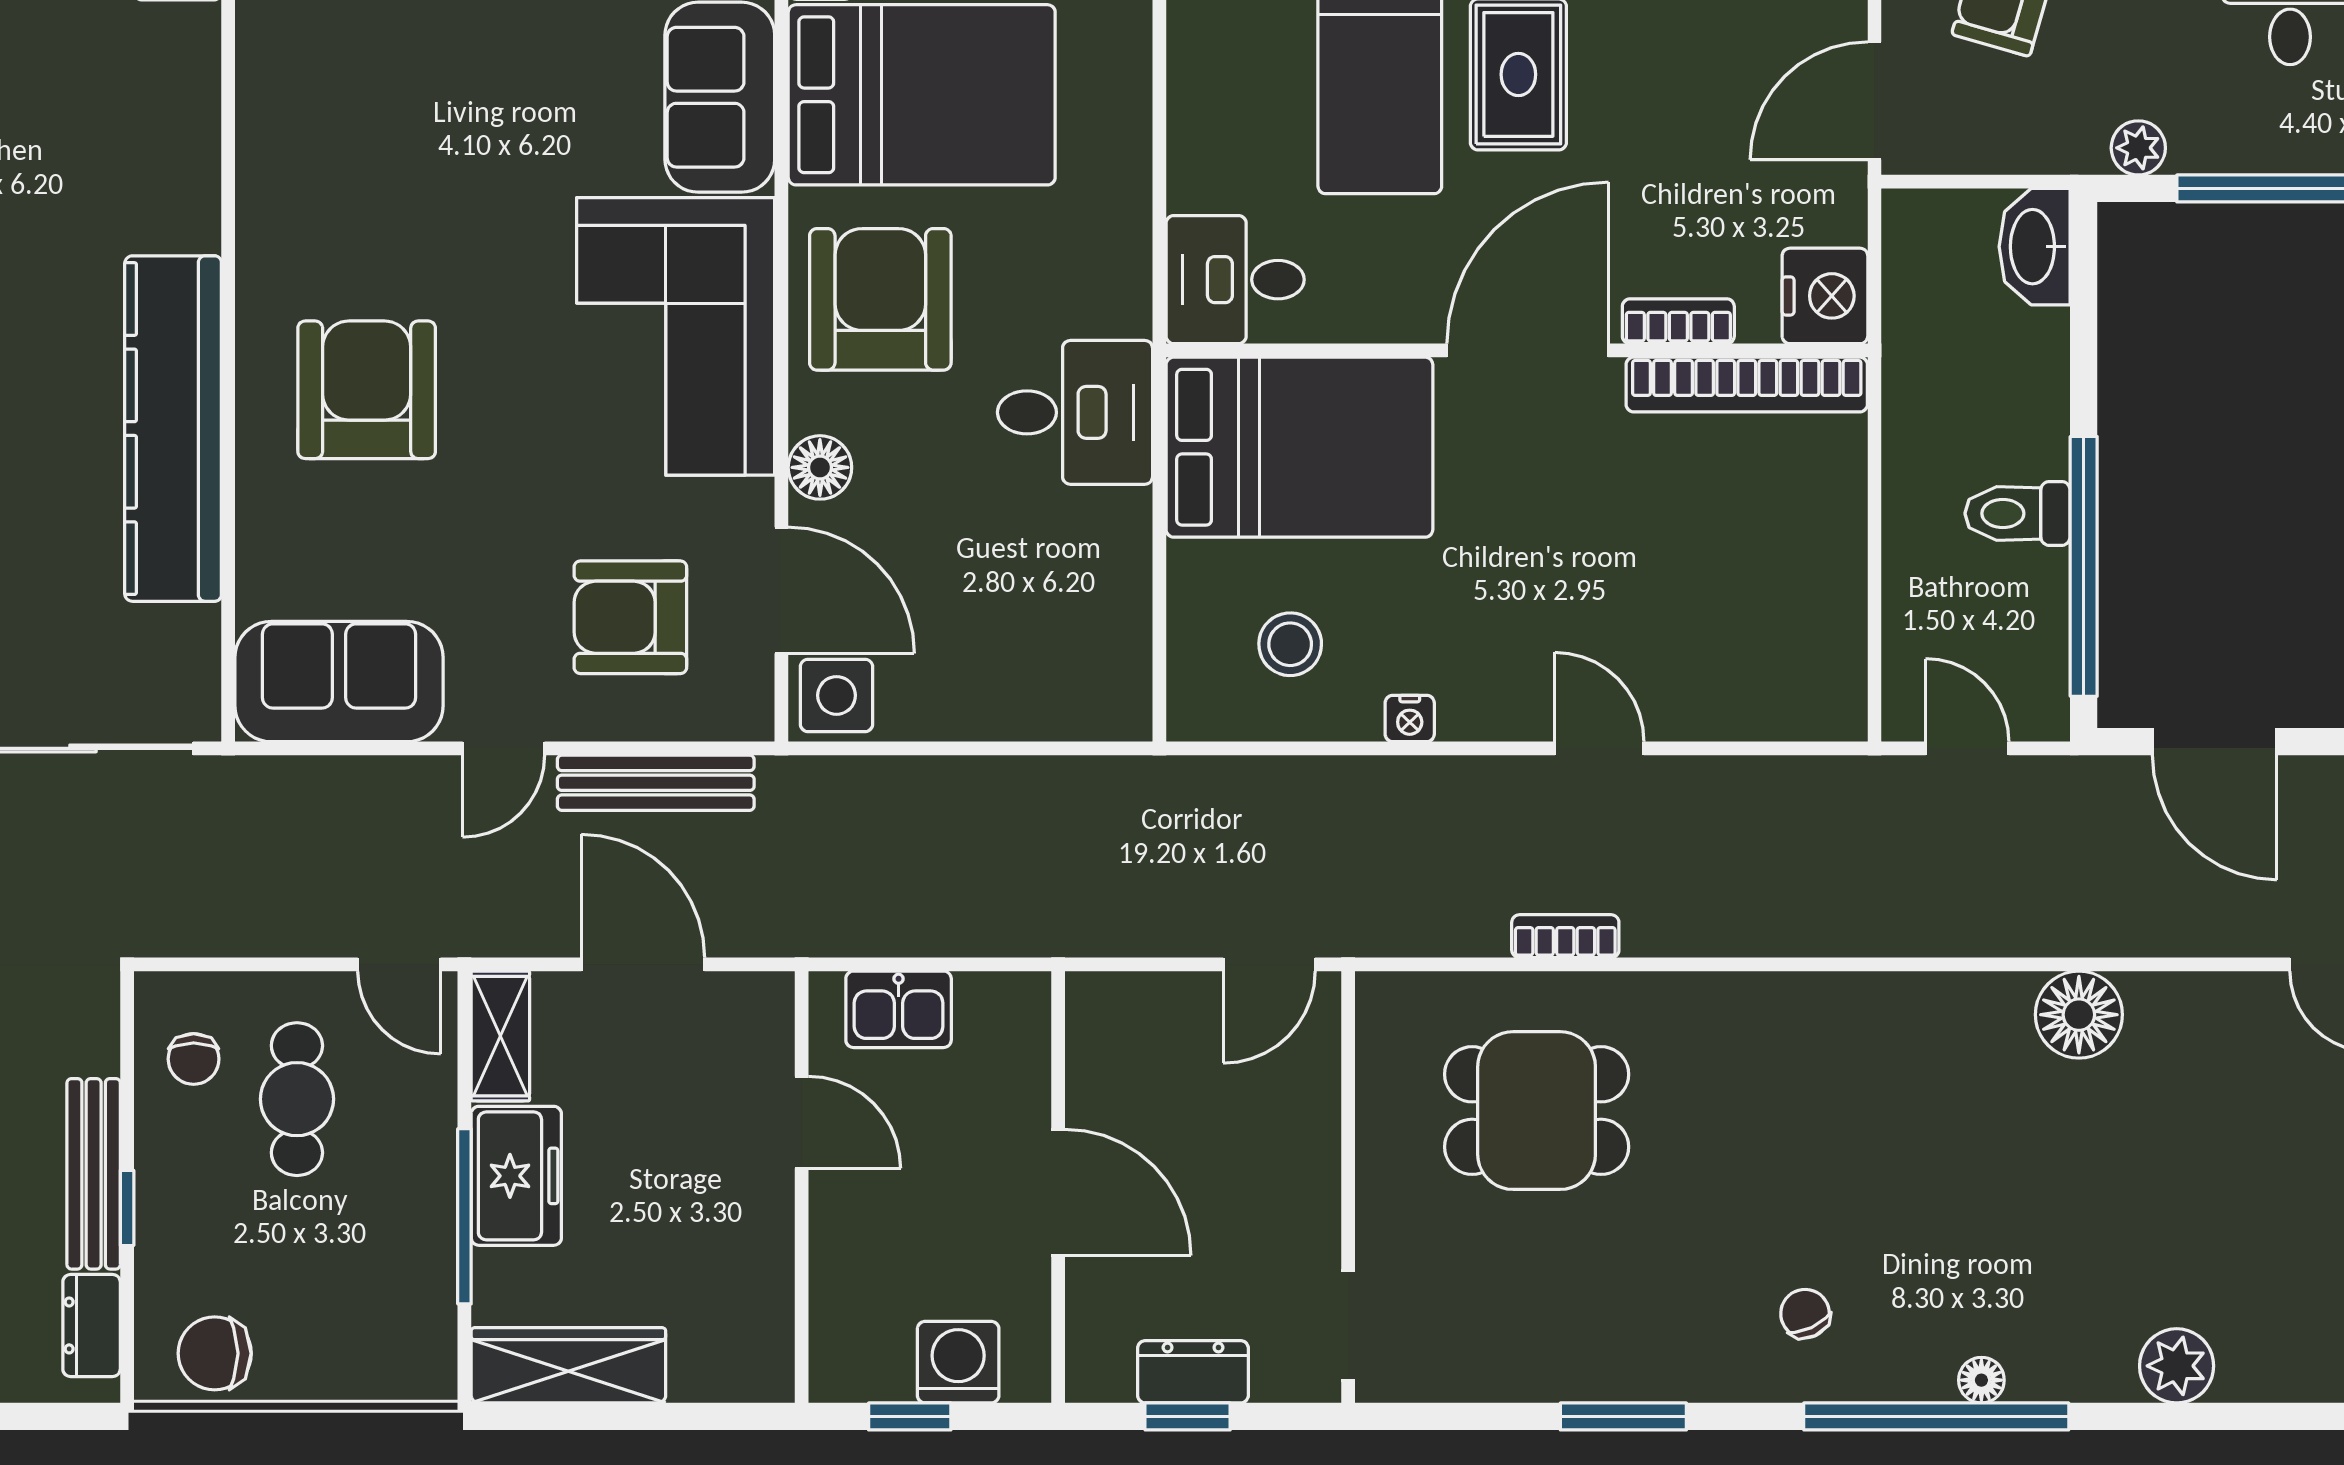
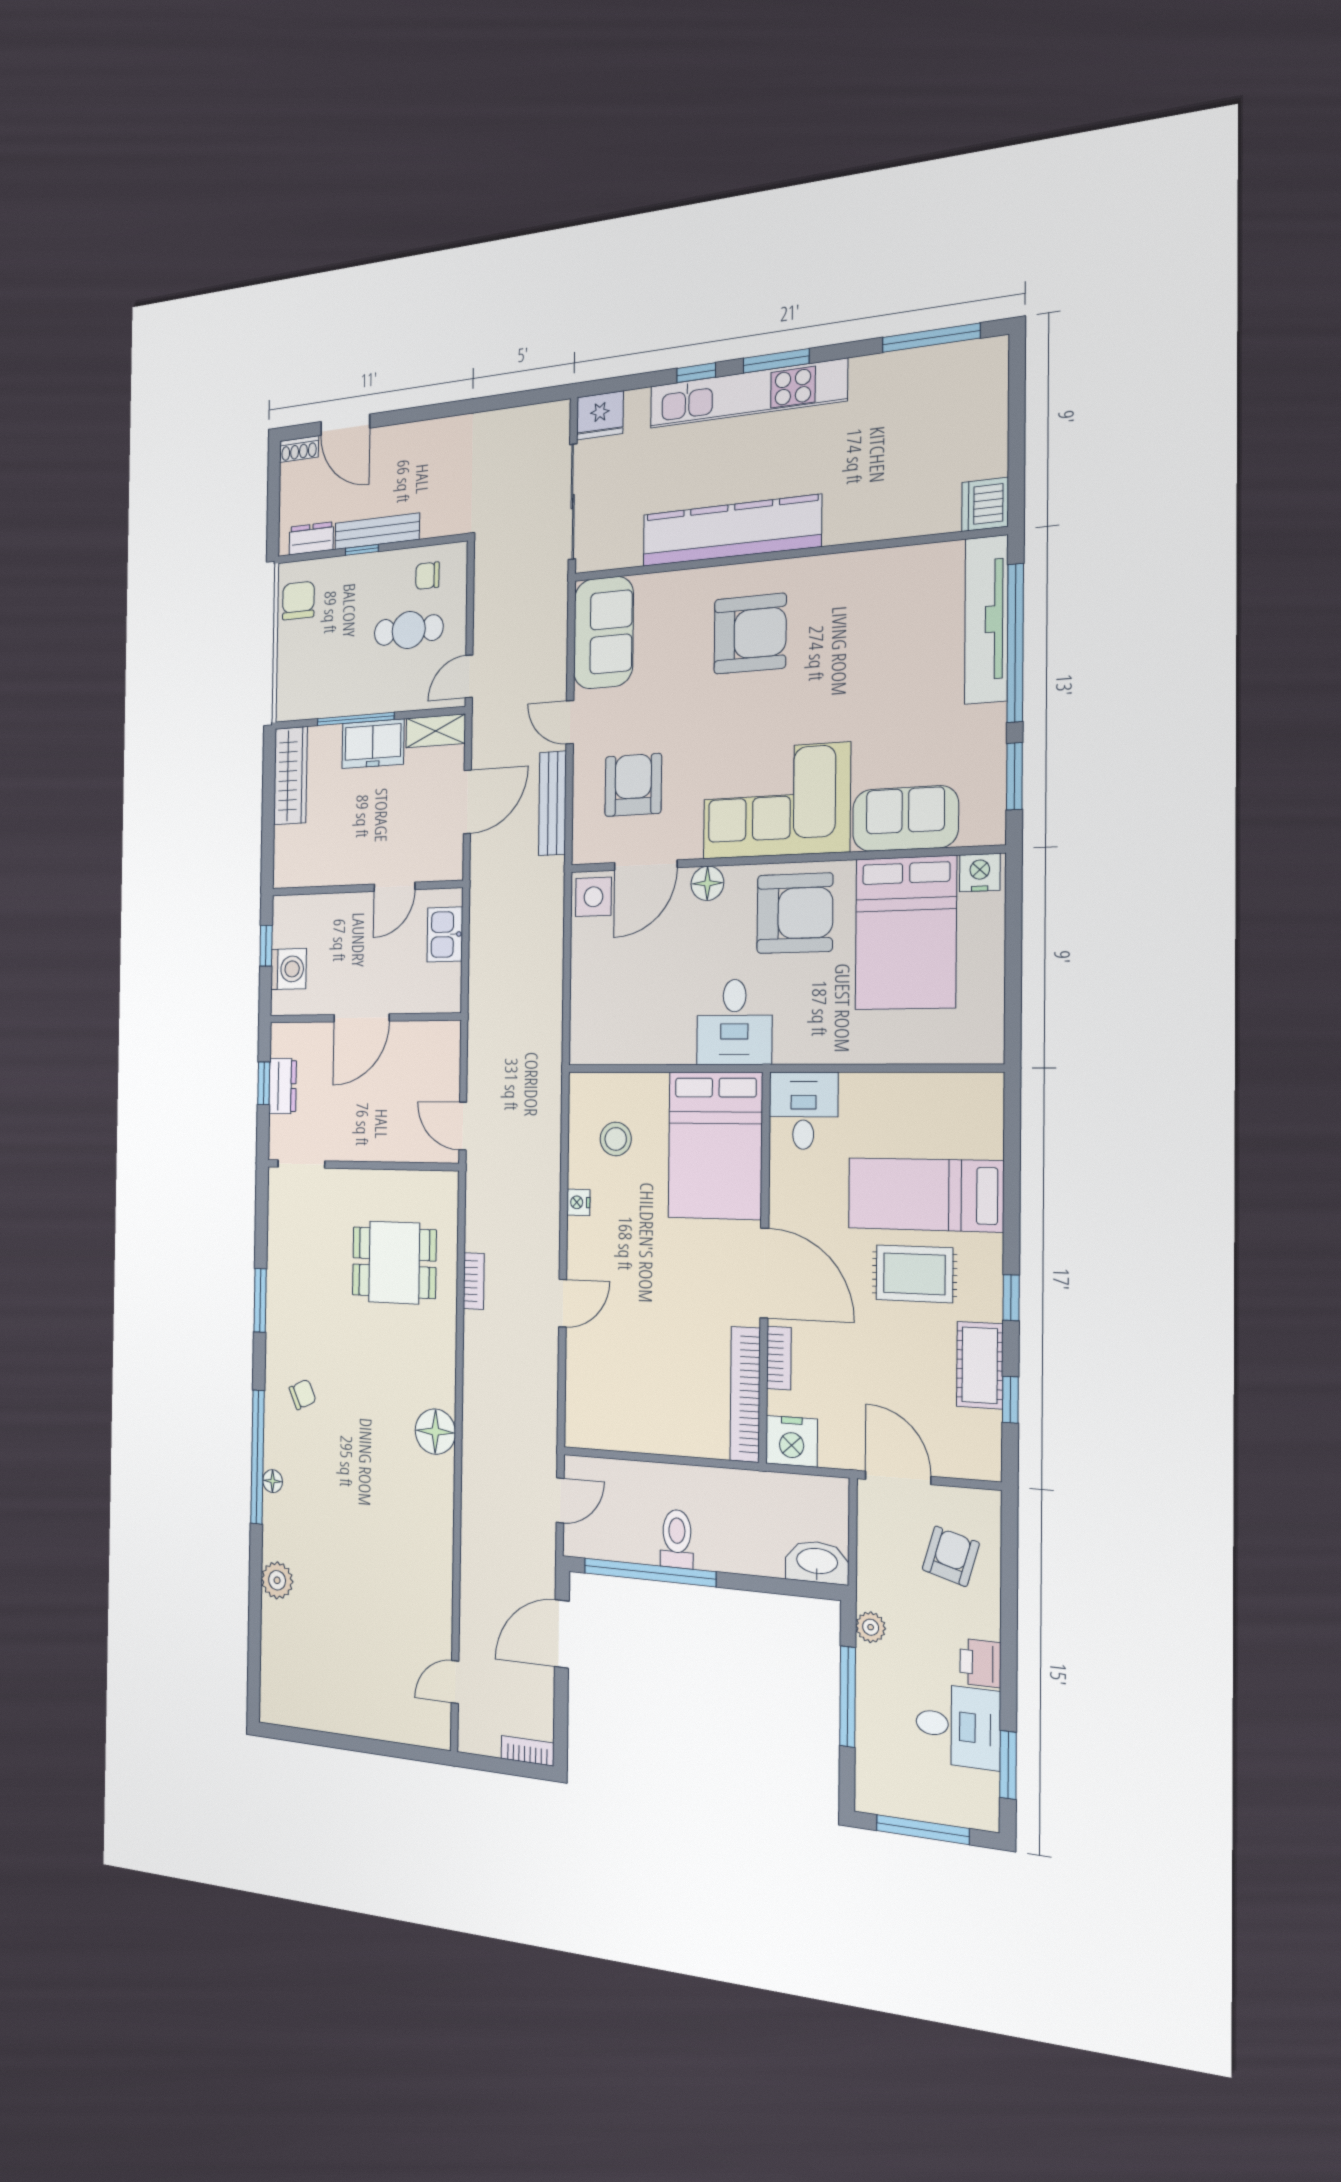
floor lamp: (2079, 1015) -> (435, 1432), moved
dining table: (1537, 1111) -> (394, 1263), turned 90

